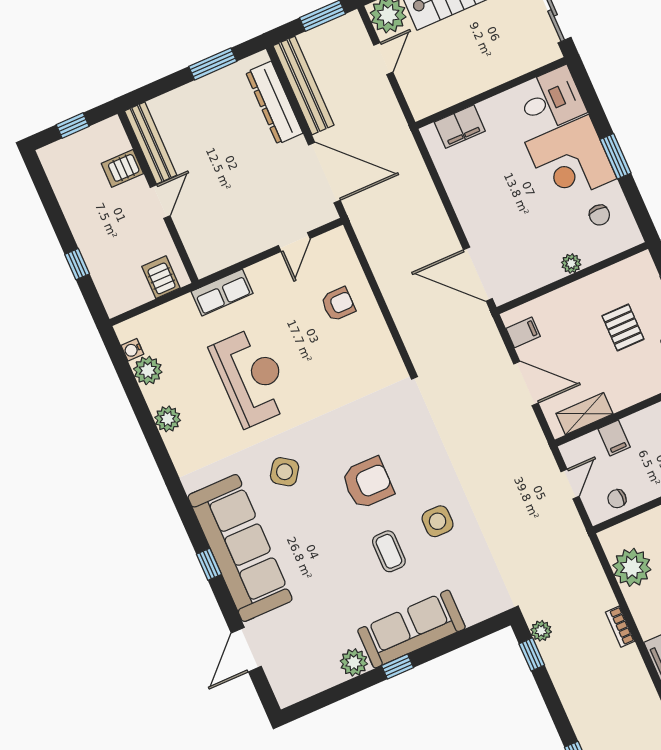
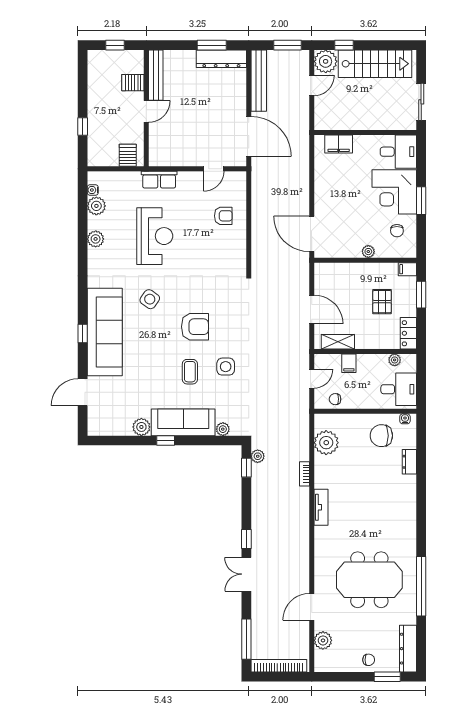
dresser: (274, 103) -> (221, 59), moved, turned -90
filing cabinet: (523, 332) -> (407, 269), moved, turned 180
plant: (473, 614) -> (223, 429), added

